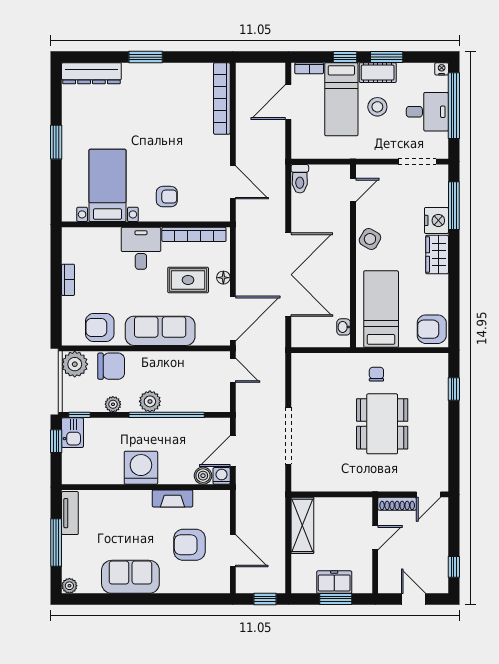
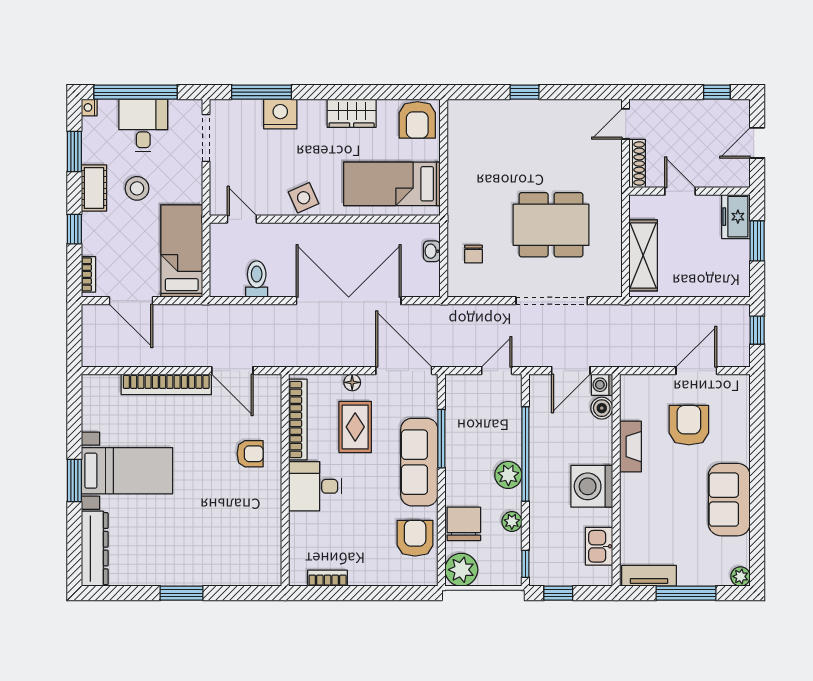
window: (387, 57) -> (74, 151), moved
bookcase: (222, 98) -> (166, 384), moved
bed: (341, 99) -> (182, 251), moved, turned -90
toilet: (300, 179) -> (257, 279), moved, turned -90
door: (233, 182) -> (232, 371), swing flipped
bed with nightstands: (107, 185) -> (127, 471), moved, turned 180
armchair: (167, 197) -> (250, 454), turned 90
side table: (370, 239) -> (304, 198), turned 36
wardrobe: (437, 255) -> (352, 113), moved
bookcase: (68, 280) -> (328, 578), moved
armchair: (100, 327) -> (415, 538), turned 180
washbasin: (344, 327) -> (432, 251), moved, turned 90
window: (179, 348) -> (441, 439), added
door: (233, 370) -> (497, 371), moved
chair: (376, 374) -> (474, 254), moved, turned -90
window: (454, 389) -> (525, 92), moved
dining table: (382, 424) -> (551, 225), moved
kitchen sink: (72, 433) -> (599, 546), moved, turned -90
door: (233, 451) -> (571, 371), hinge flipped
door: (429, 494) -> (626, 124), swing flipped
shelving: (302, 525) -> (643, 255), moved, turned 90
armchair: (189, 545) -> (689, 425), turned 180
freezer: (334, 582) -> (736, 217), moved

